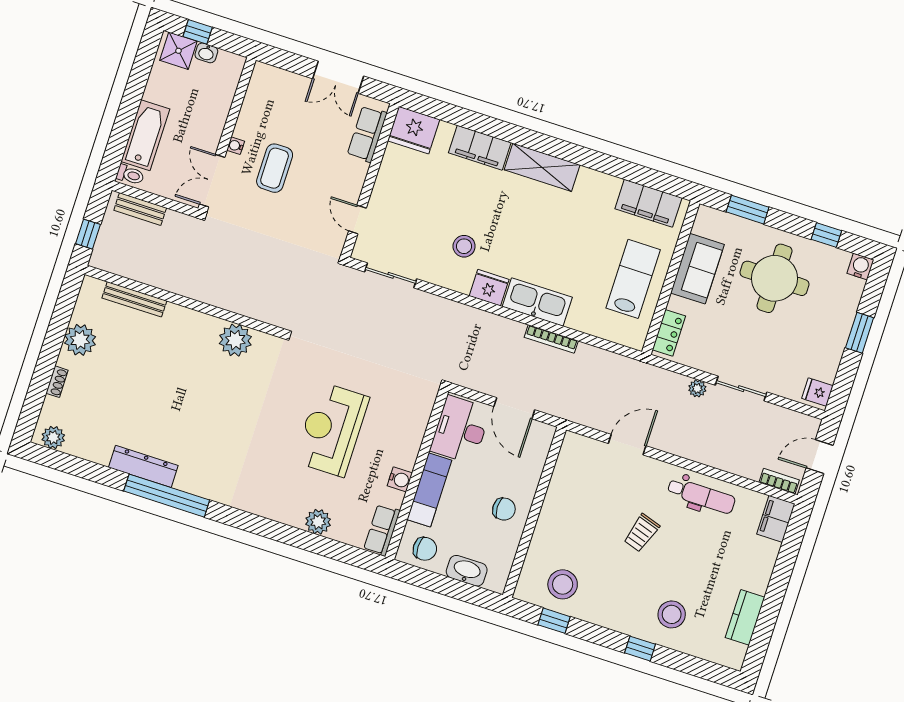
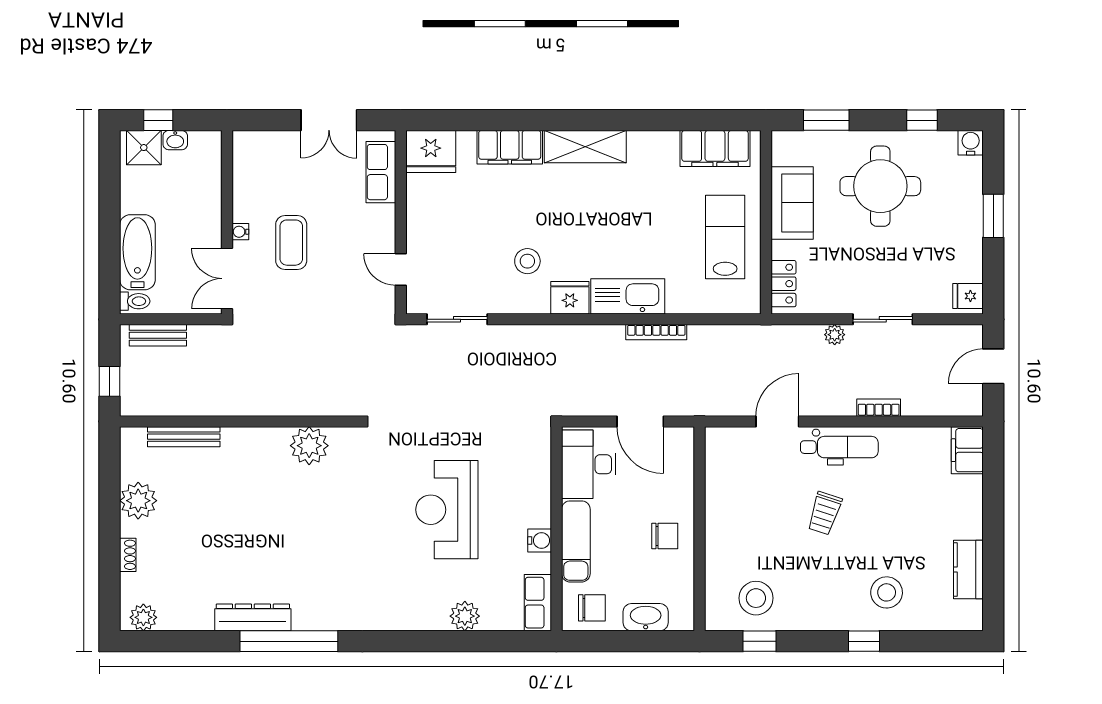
bookcase: (779, 481) -> (879, 408), moved
dental chair: (701, 496) -> (839, 447), moved

